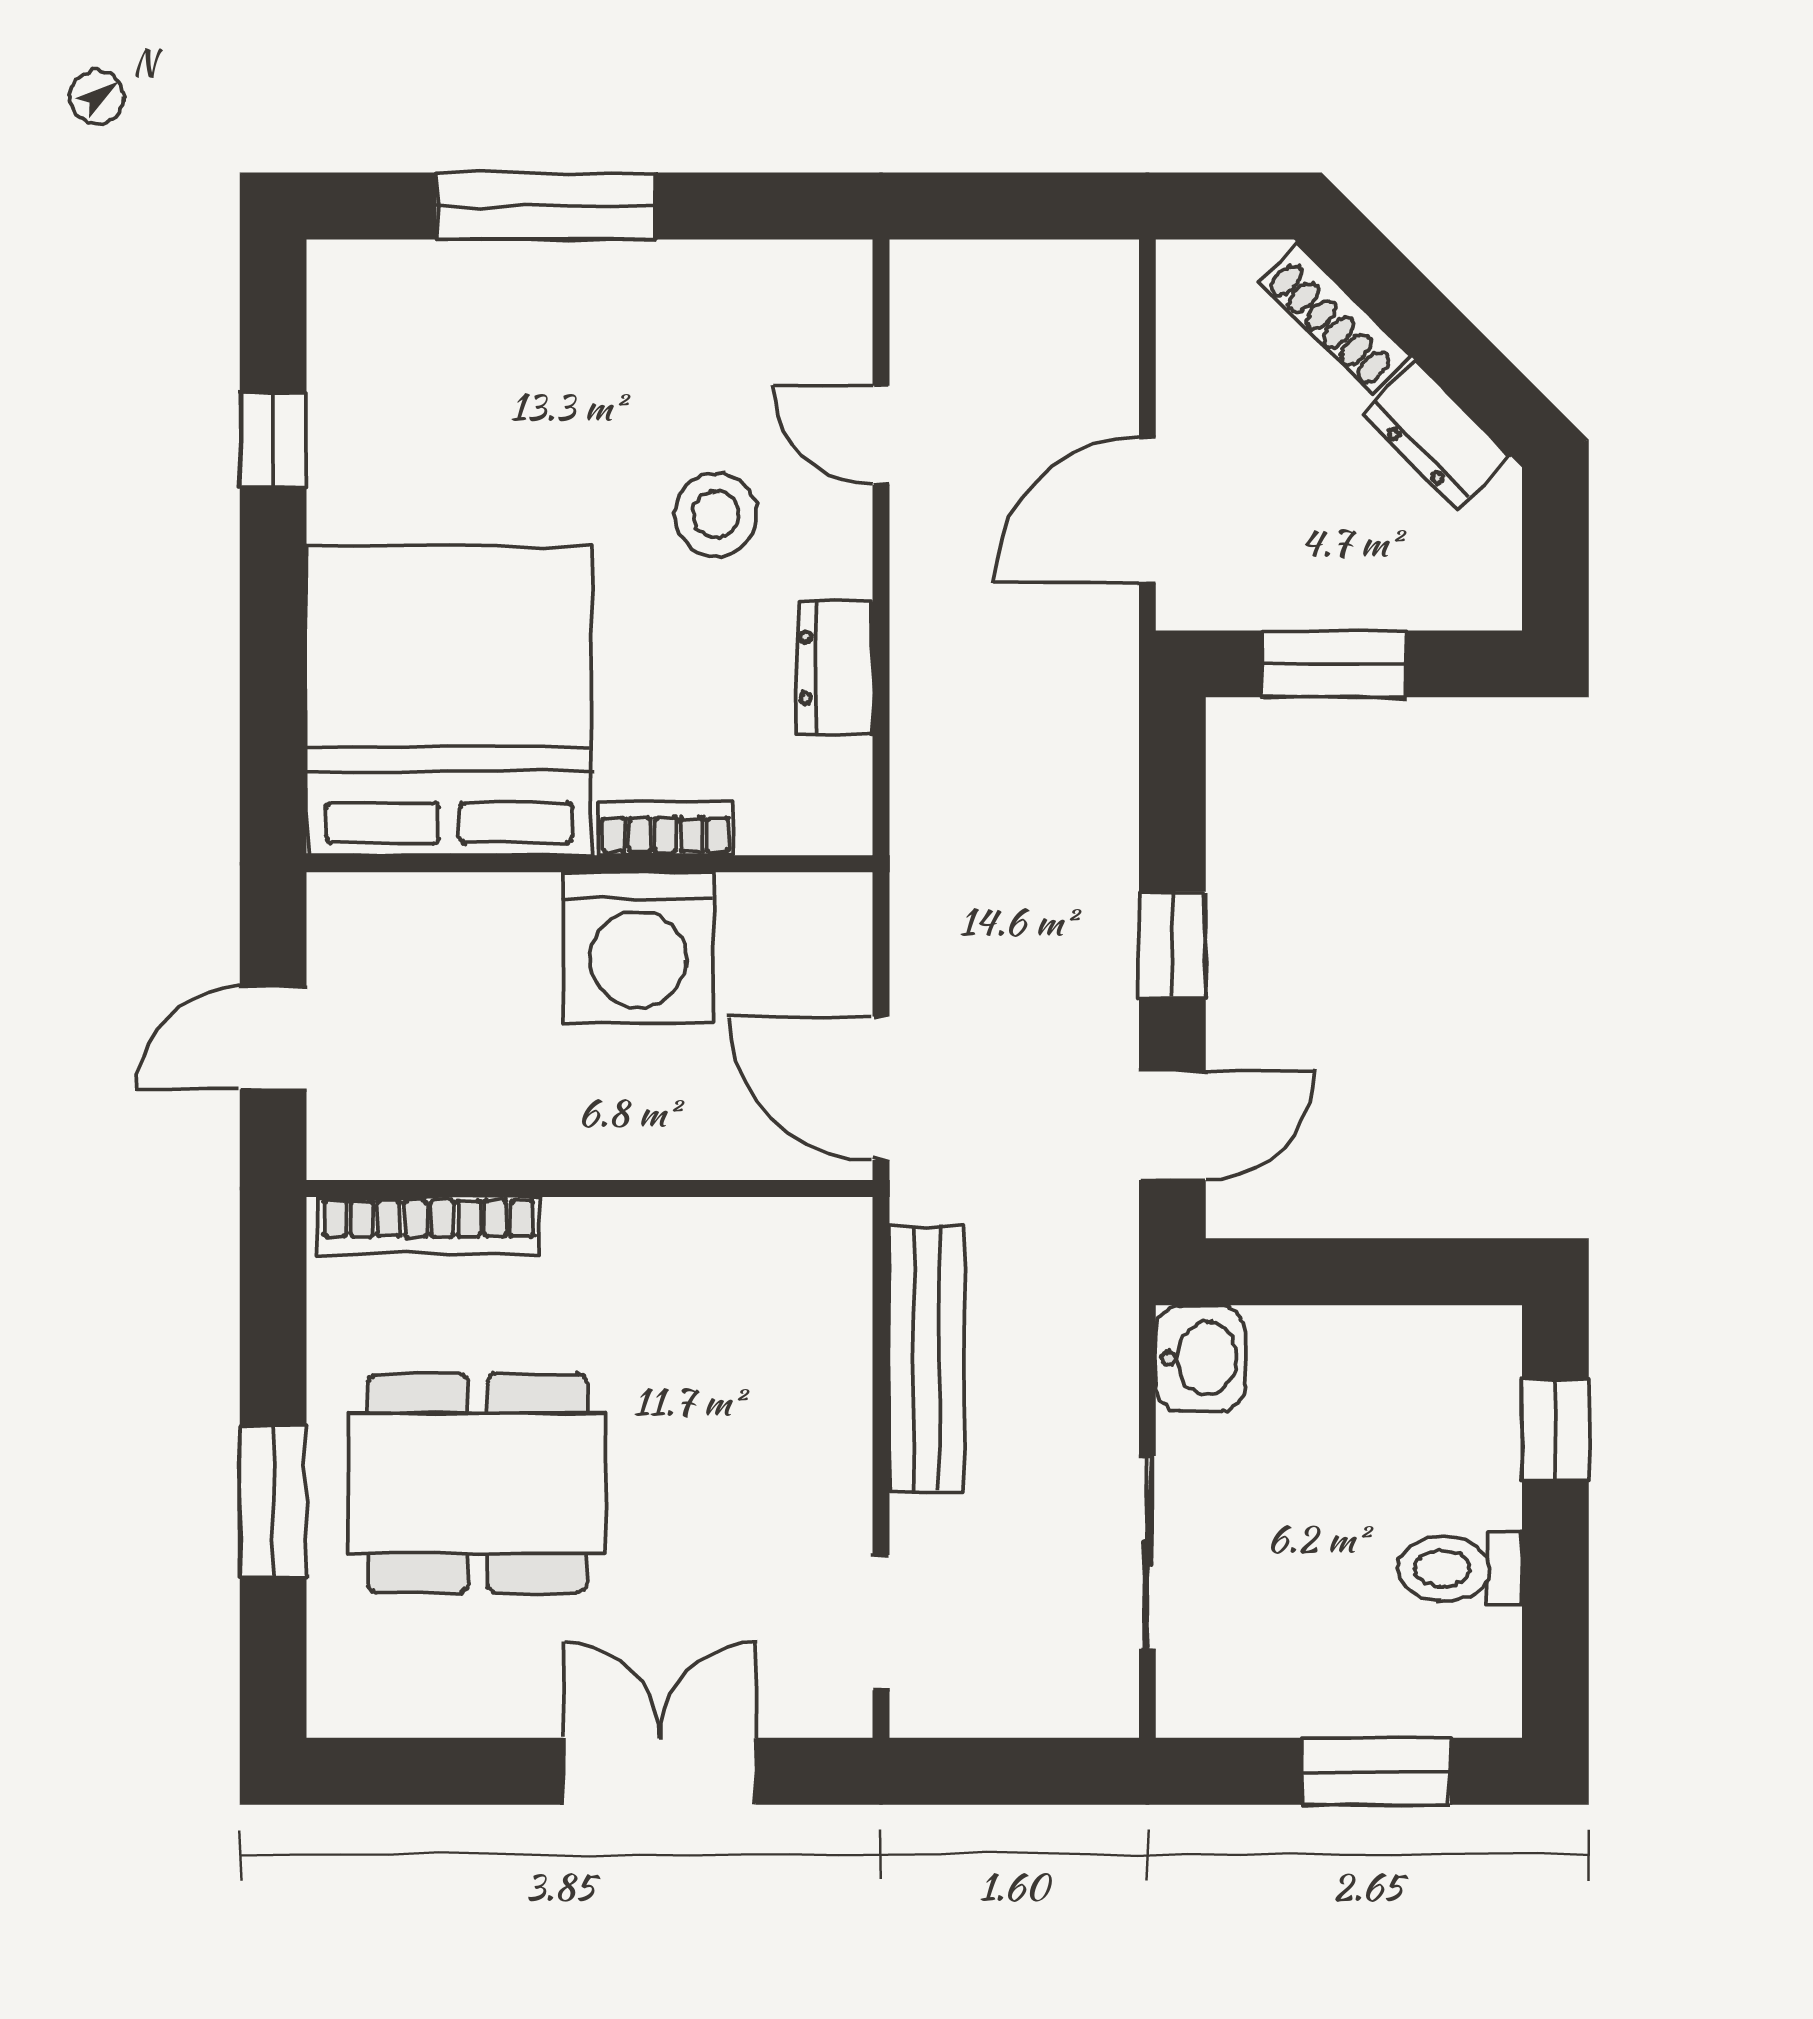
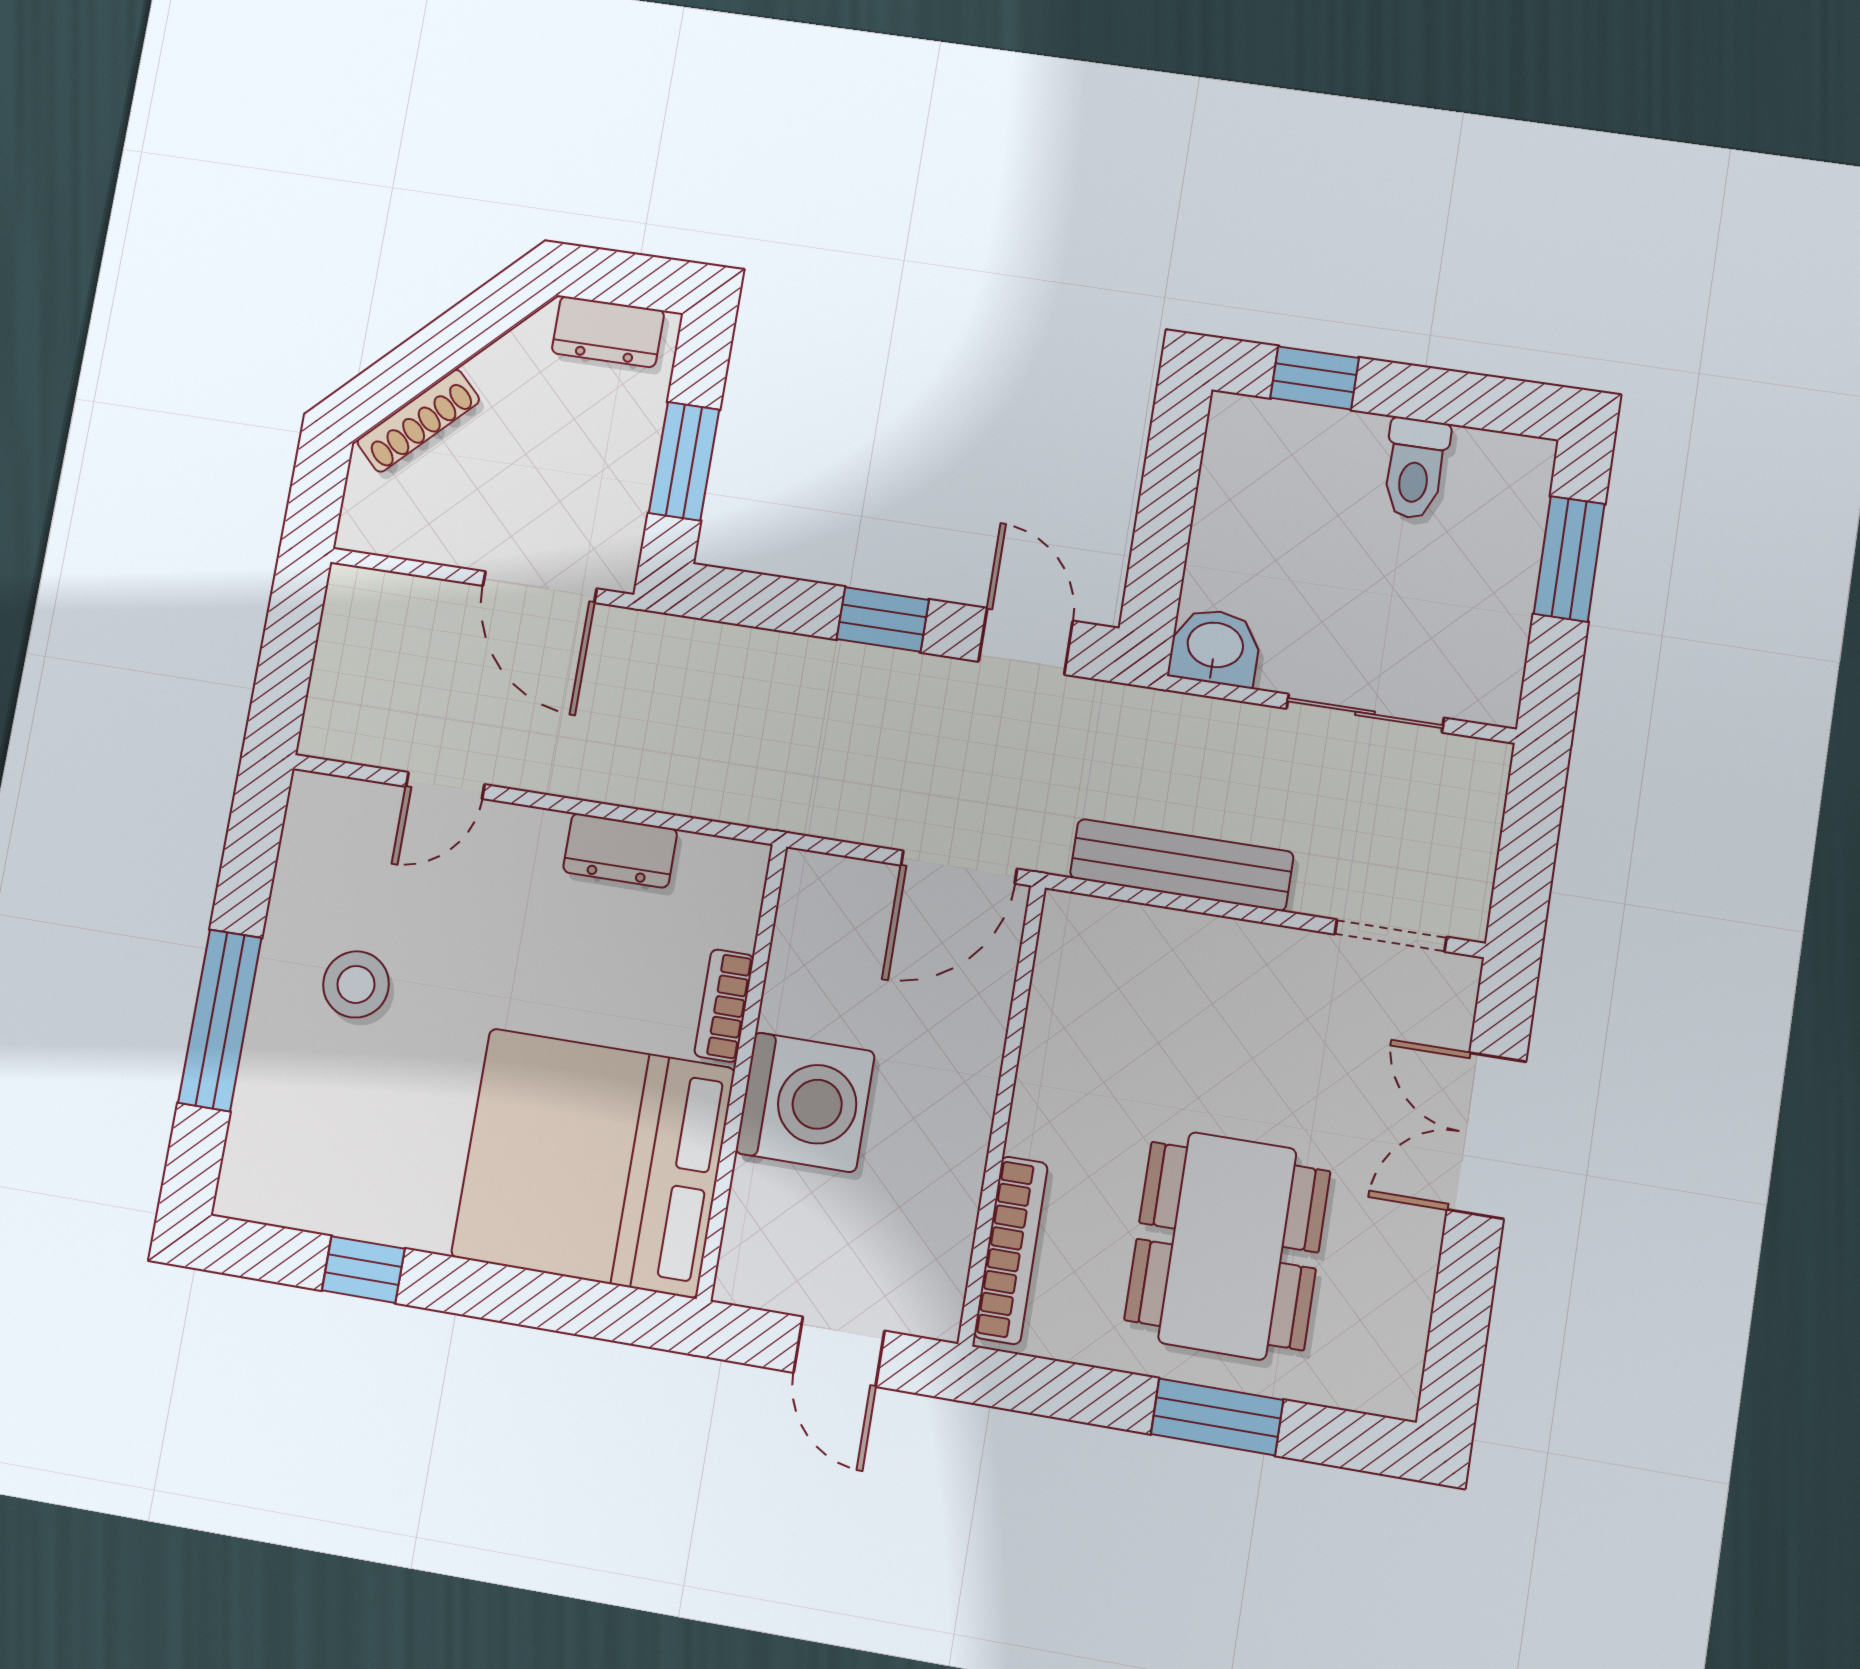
dresser: (1436, 435) -> (608, 332), moved, turned 45
stool: (716, 514) -> (356, 984), moved
washing machine: (638, 947) -> (805, 1102), moved

